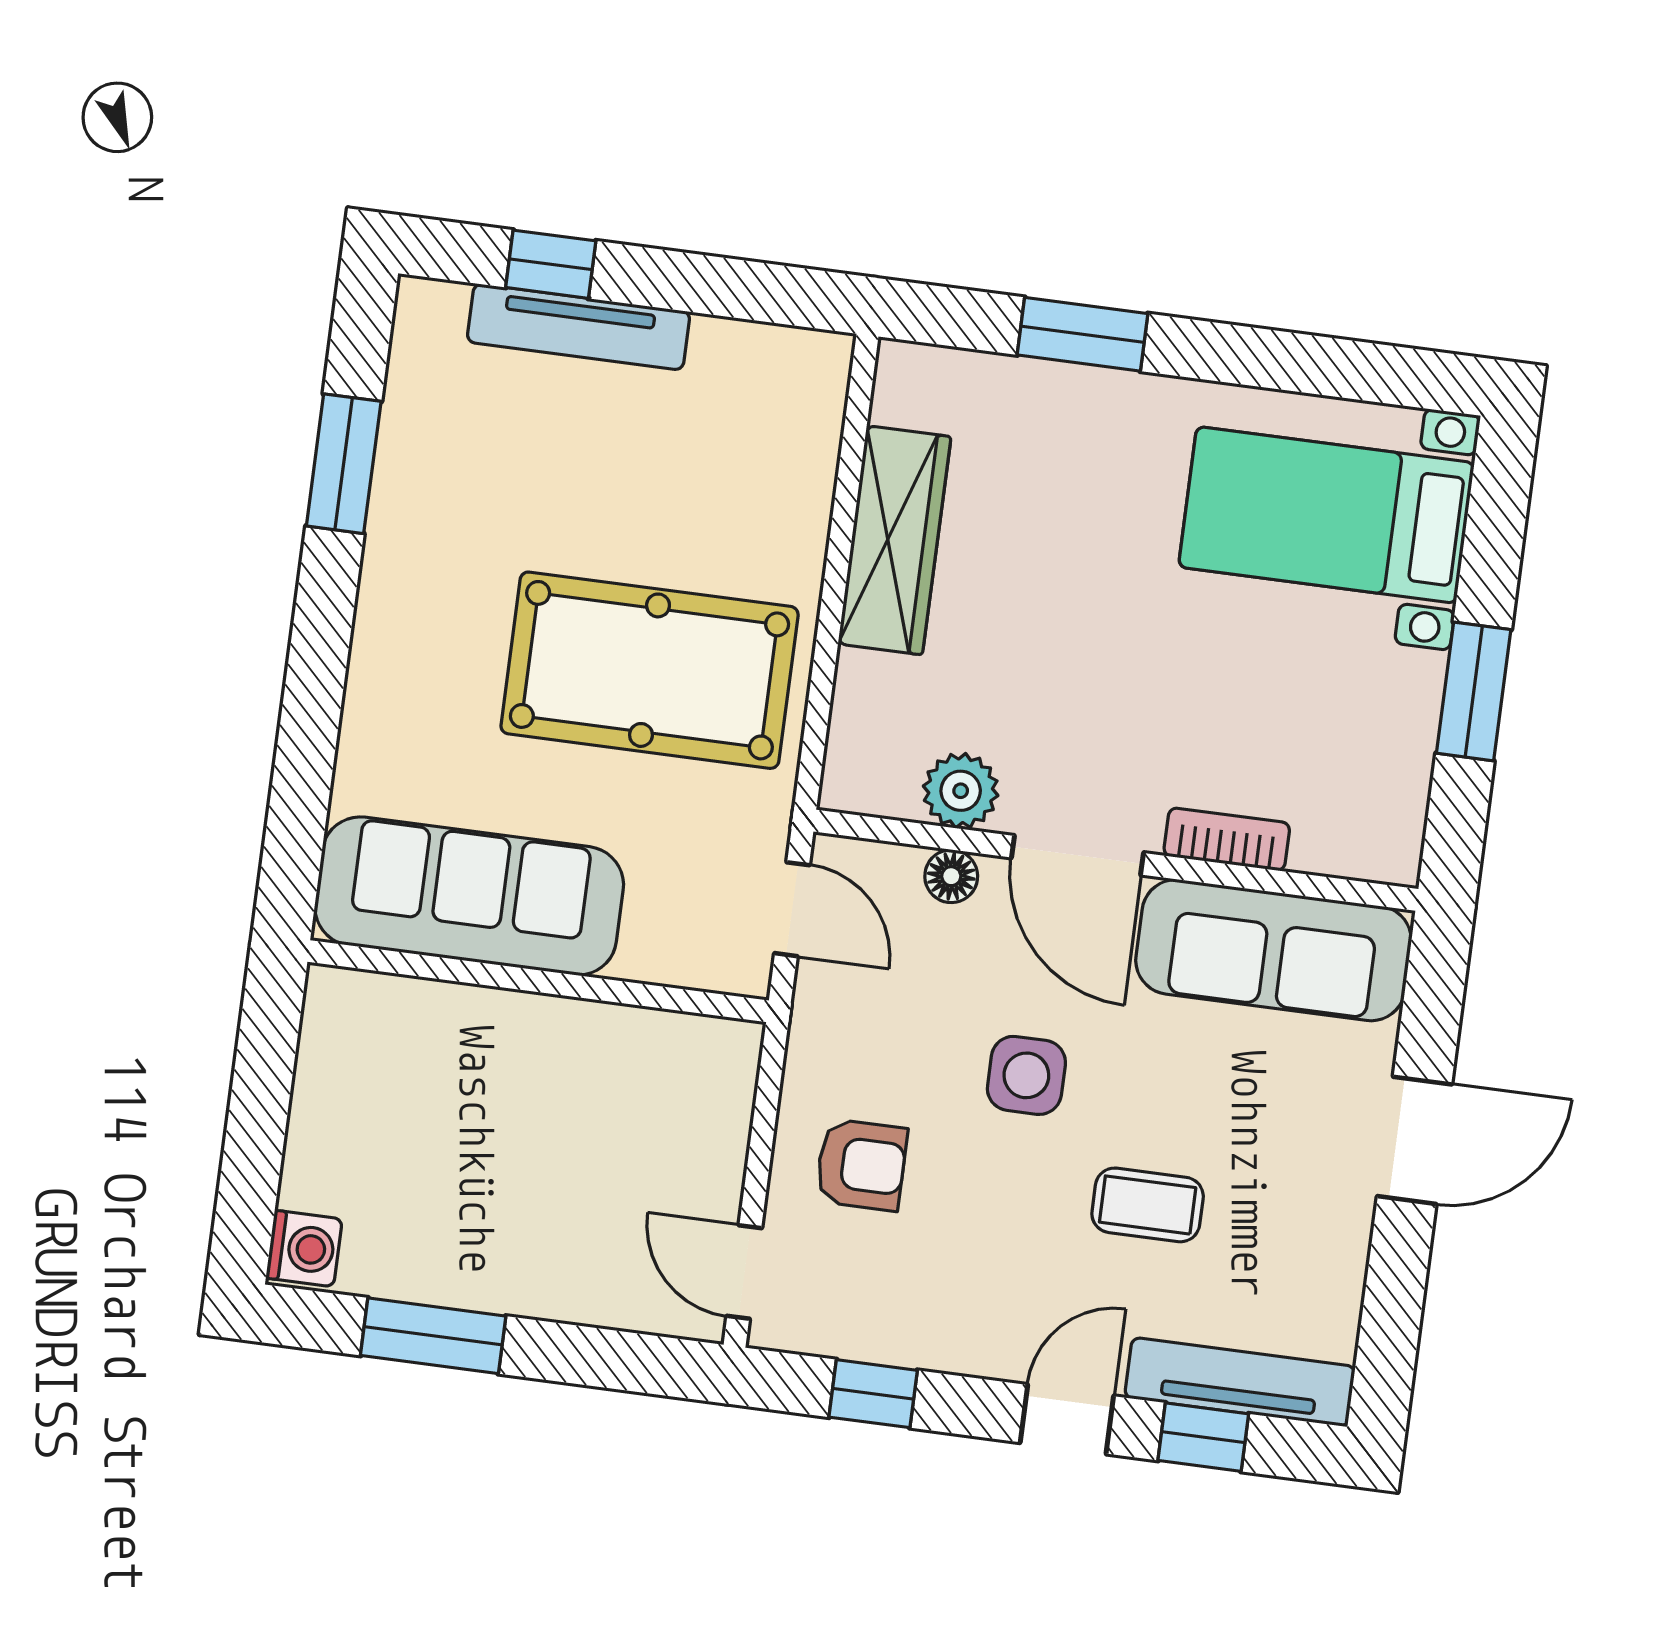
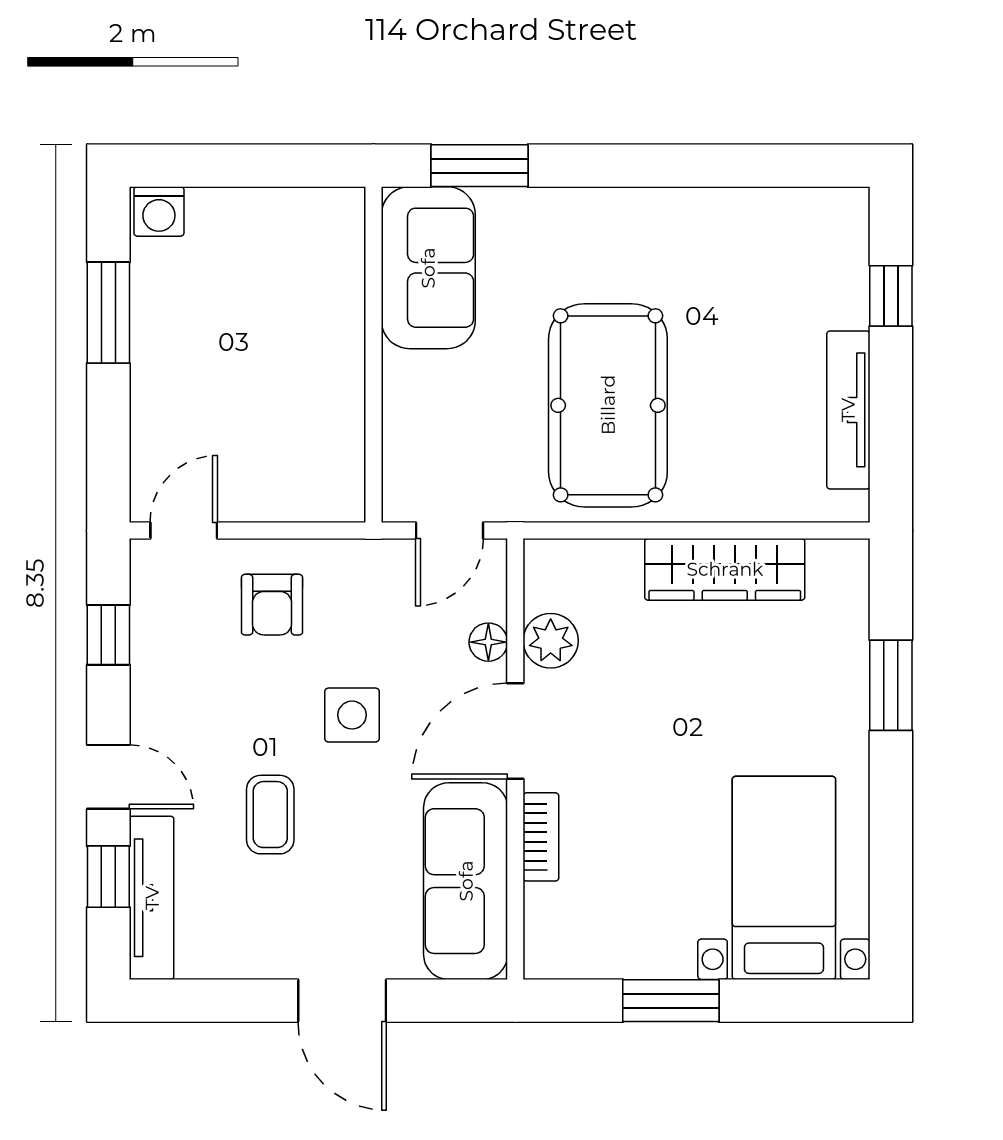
tv unit: (579, 327) -> (848, 410), moved
window: (344, 464) -> (480, 166), moved
sofa: (469, 896) -> (428, 268), width x0.73

